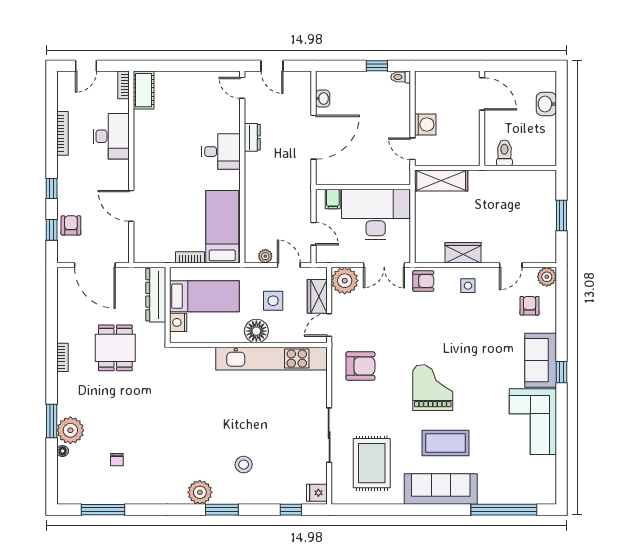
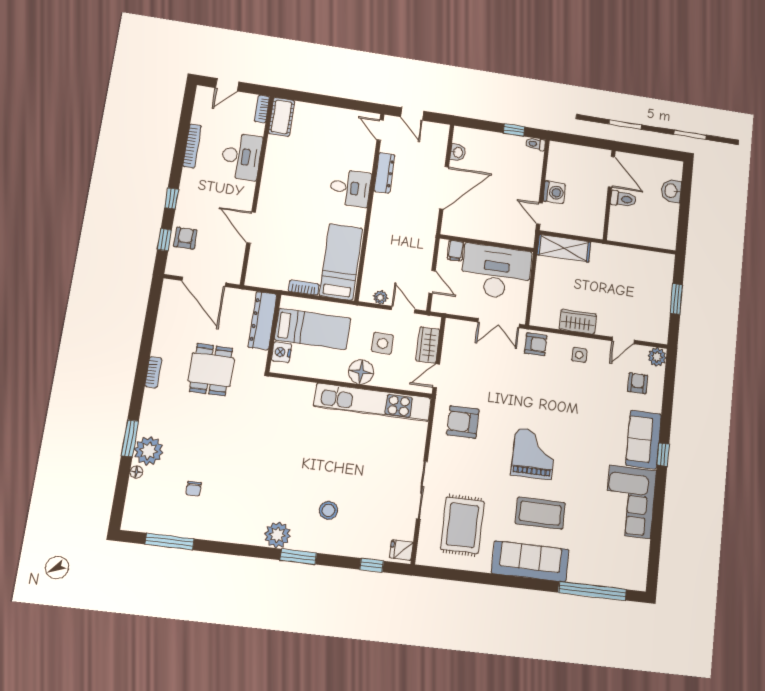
dresser: (252, 137) -> (384, 173), width x1.44
toilet: (504, 153) -> (623, 199), moved, turned 90
plant: (345, 281) -> (457, 333), removed
armchair: (360, 366) -> (463, 422), turned 180

